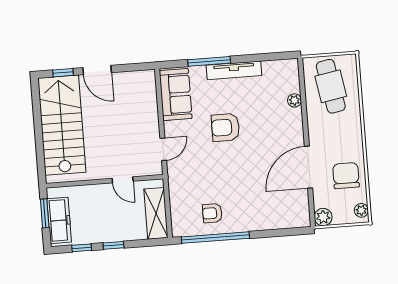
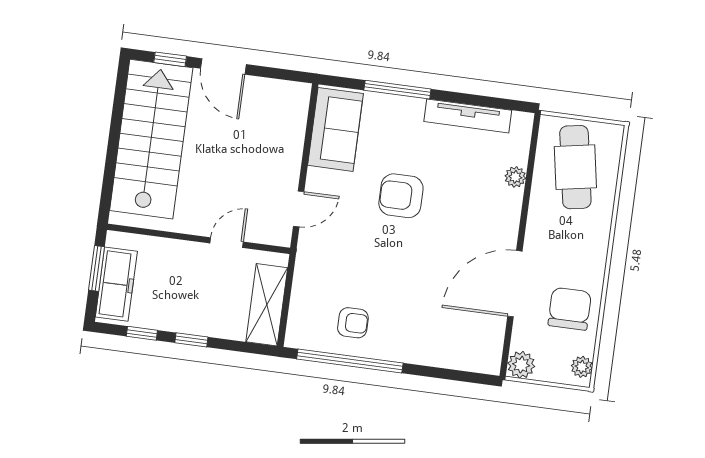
tv unit: (234, 70) -> (468, 116), moved
door: (123, 180) -> (227, 243), swing flipped
armchair: (212, 213) -> (353, 323), turned 180

